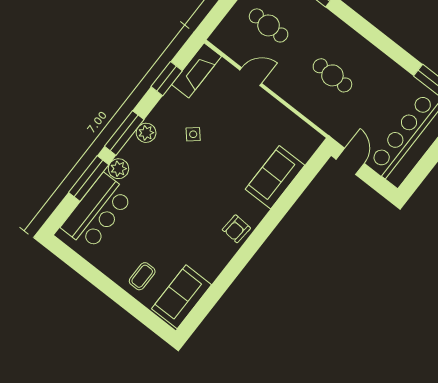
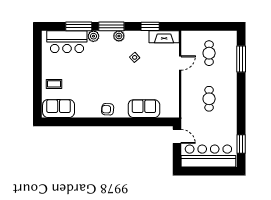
door: (251, 77) -> (180, 63), hinge flipped
door: (350, 161) -> (177, 136), hinge flipped

